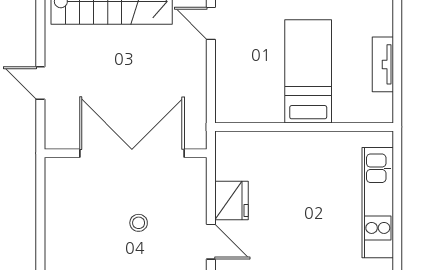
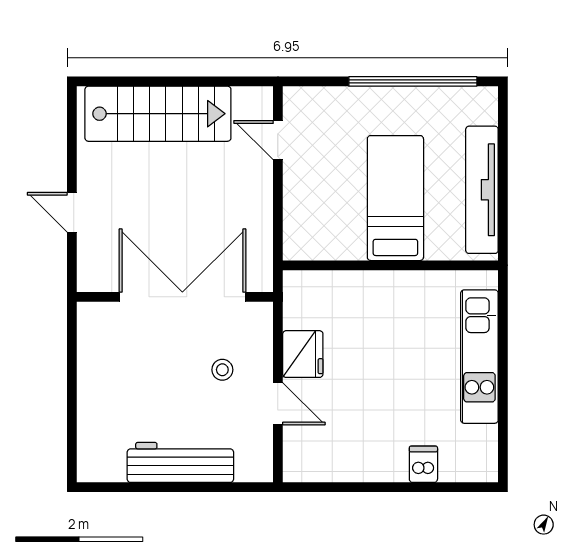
tv unit: (383, 64) -> (482, 190), width x1.92, depth x1.29
stool: (139, 223) -> (222, 370), moved

